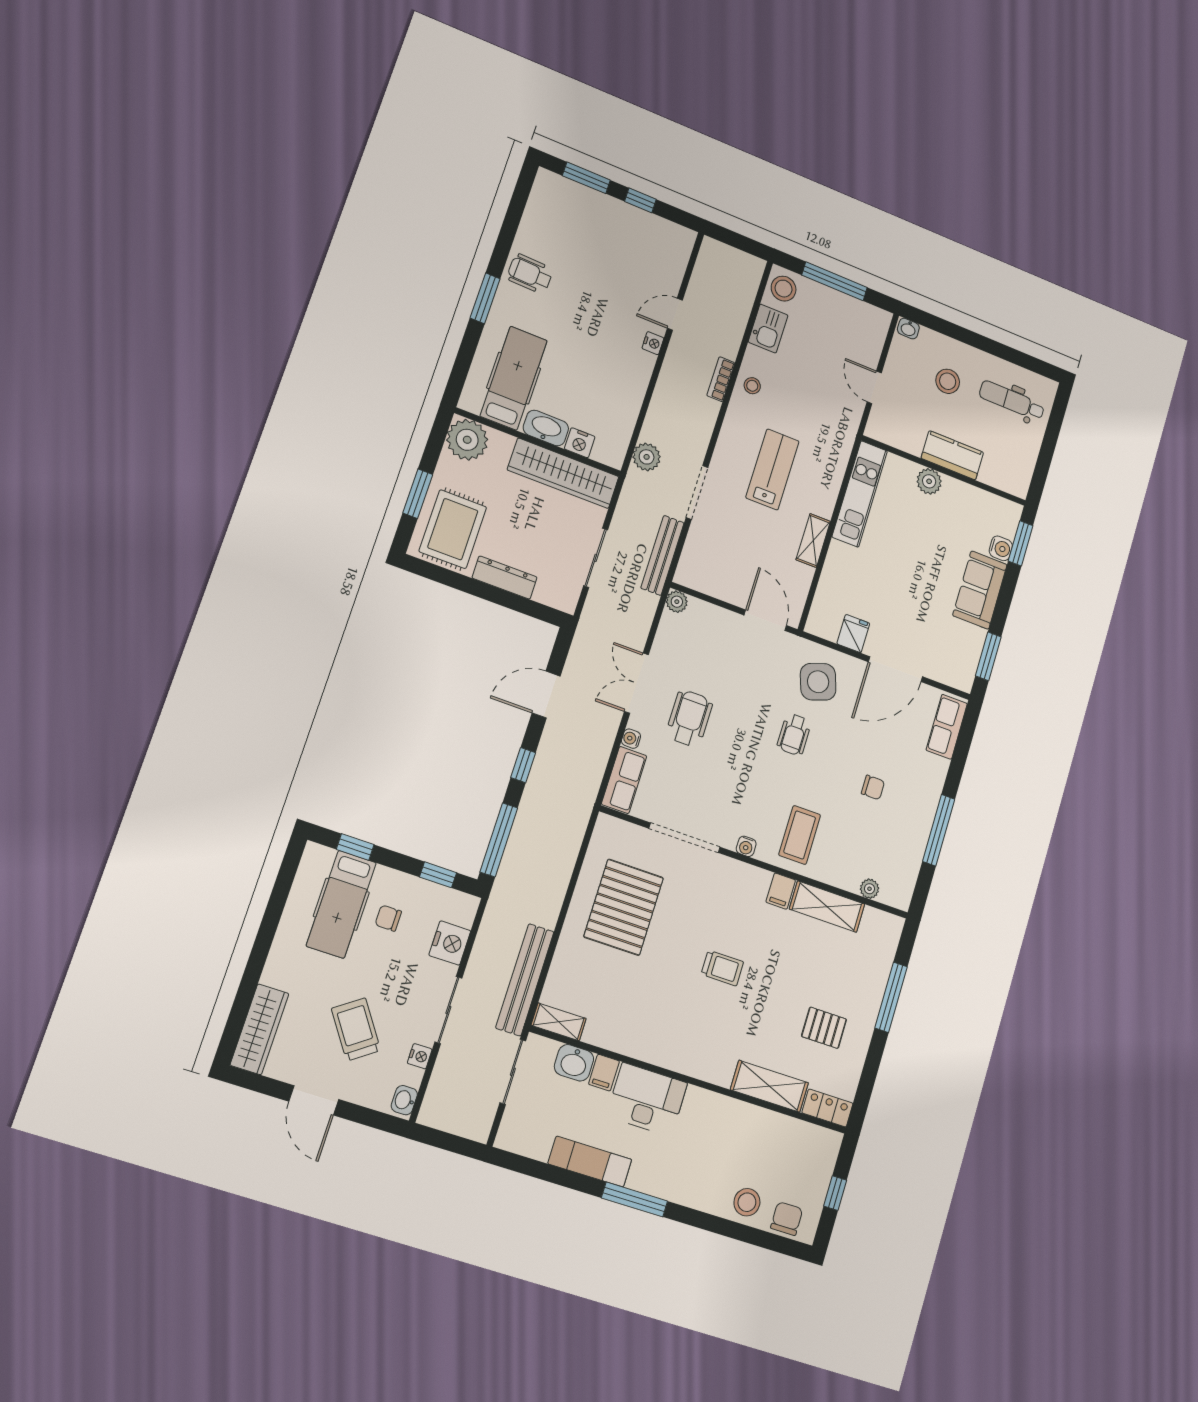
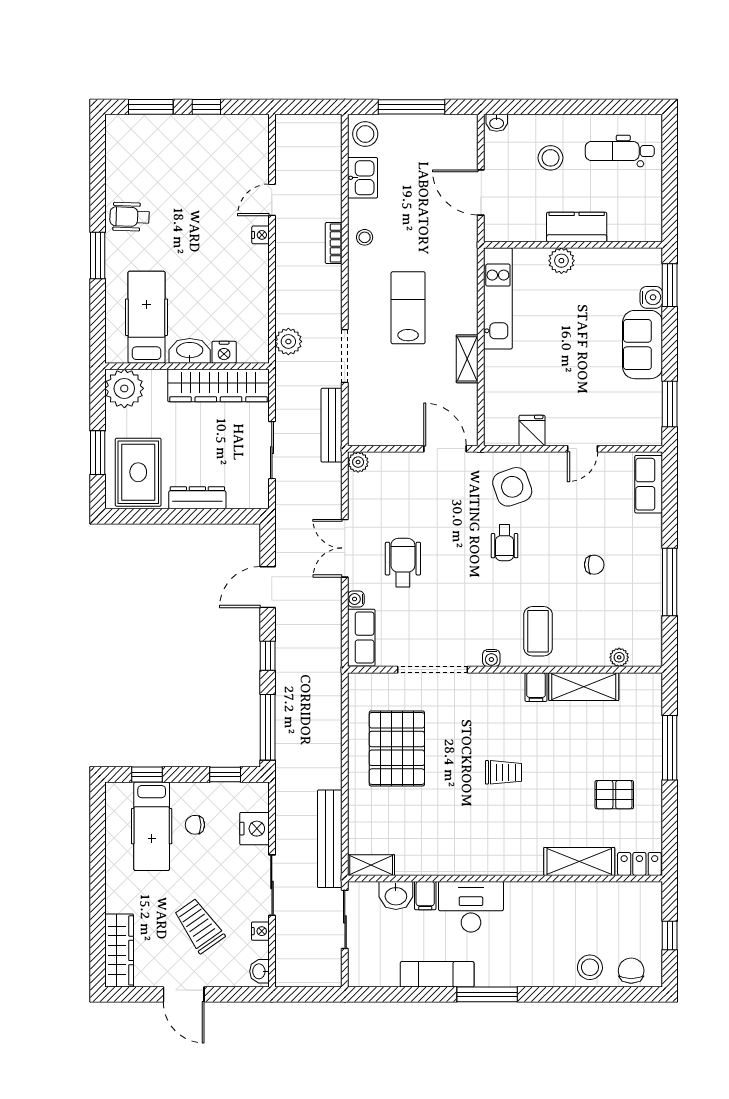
door: (874, 387) -> (481, 192), width x1.38
door: (895, 669) -> (583, 449), width x0.53

